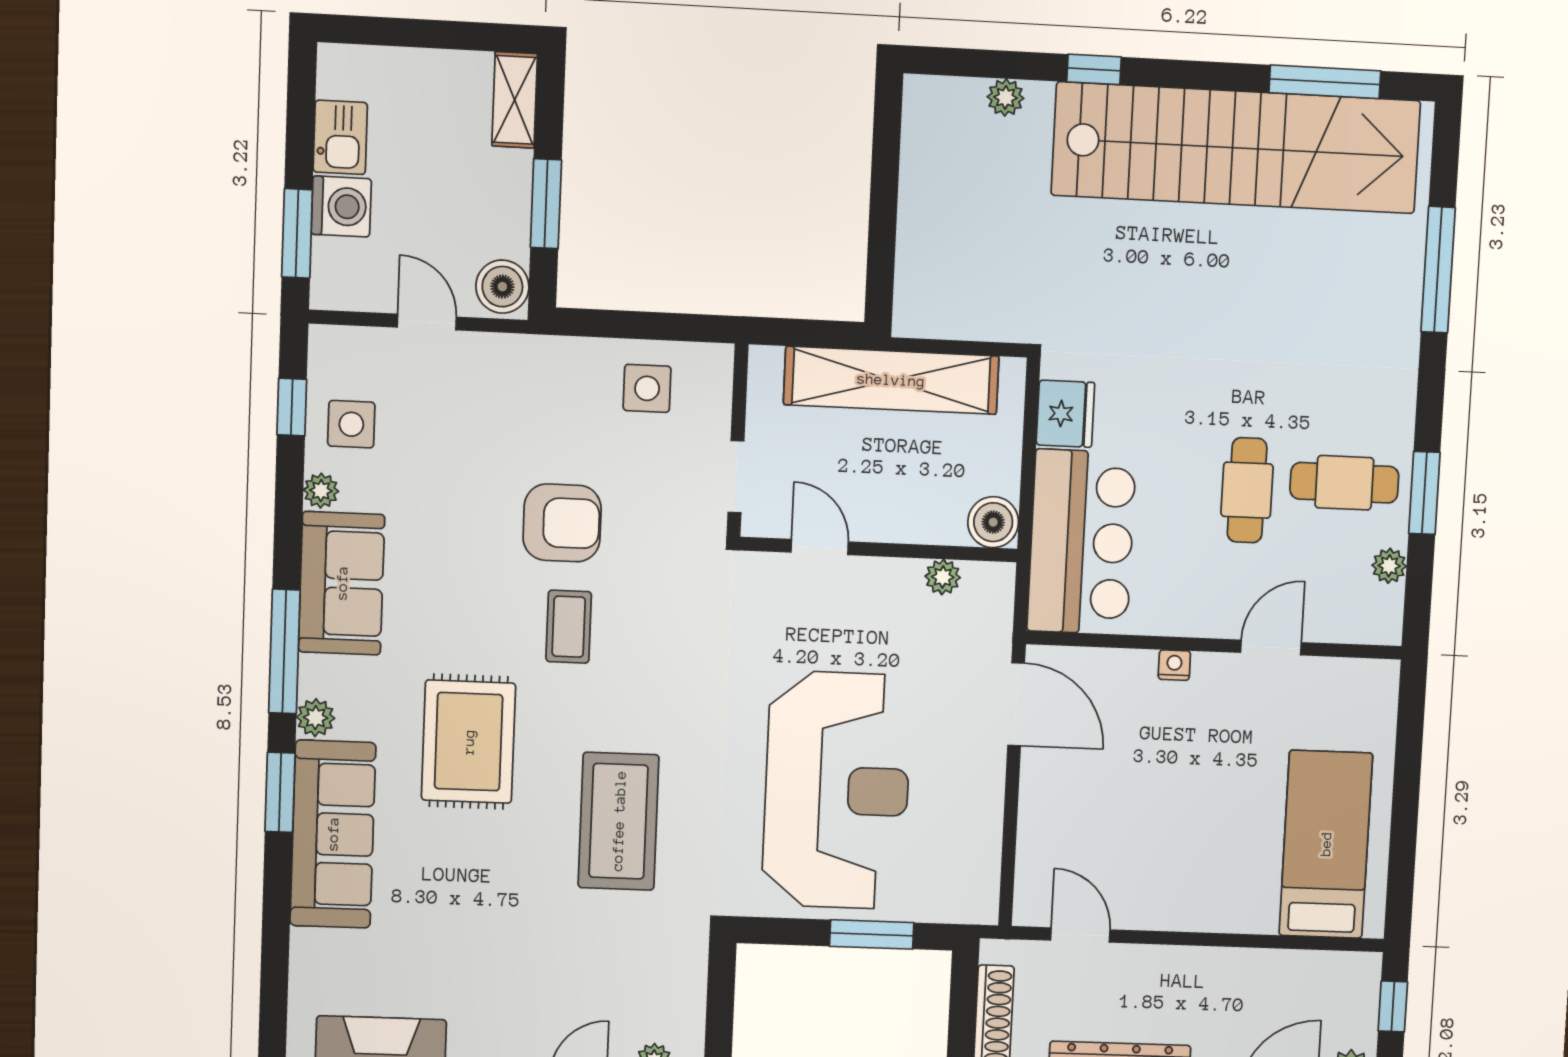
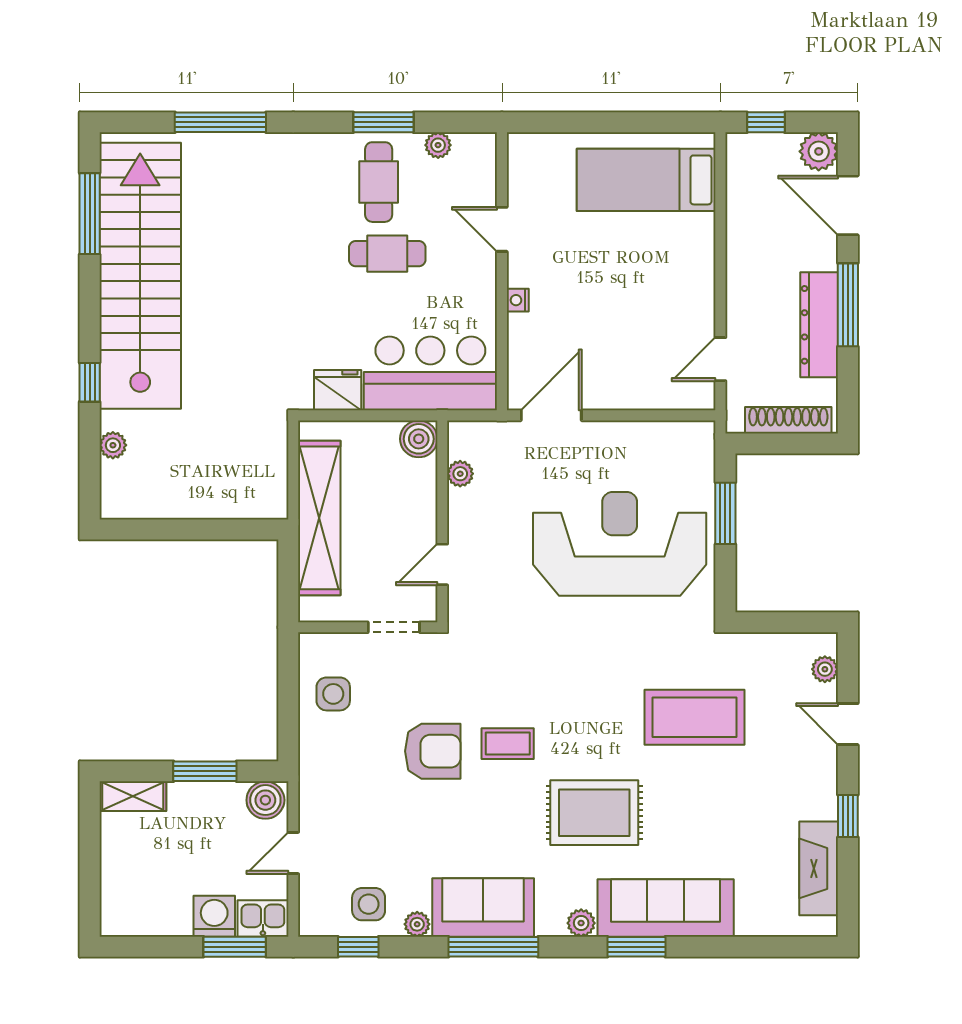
kitchen sink: (340, 137) -> (263, 918), moved
armchair: (562, 523) -> (433, 751), turned 90
window: (284, 651) -> (493, 947), moved
coffee table: (619, 821) -> (694, 717), moved

